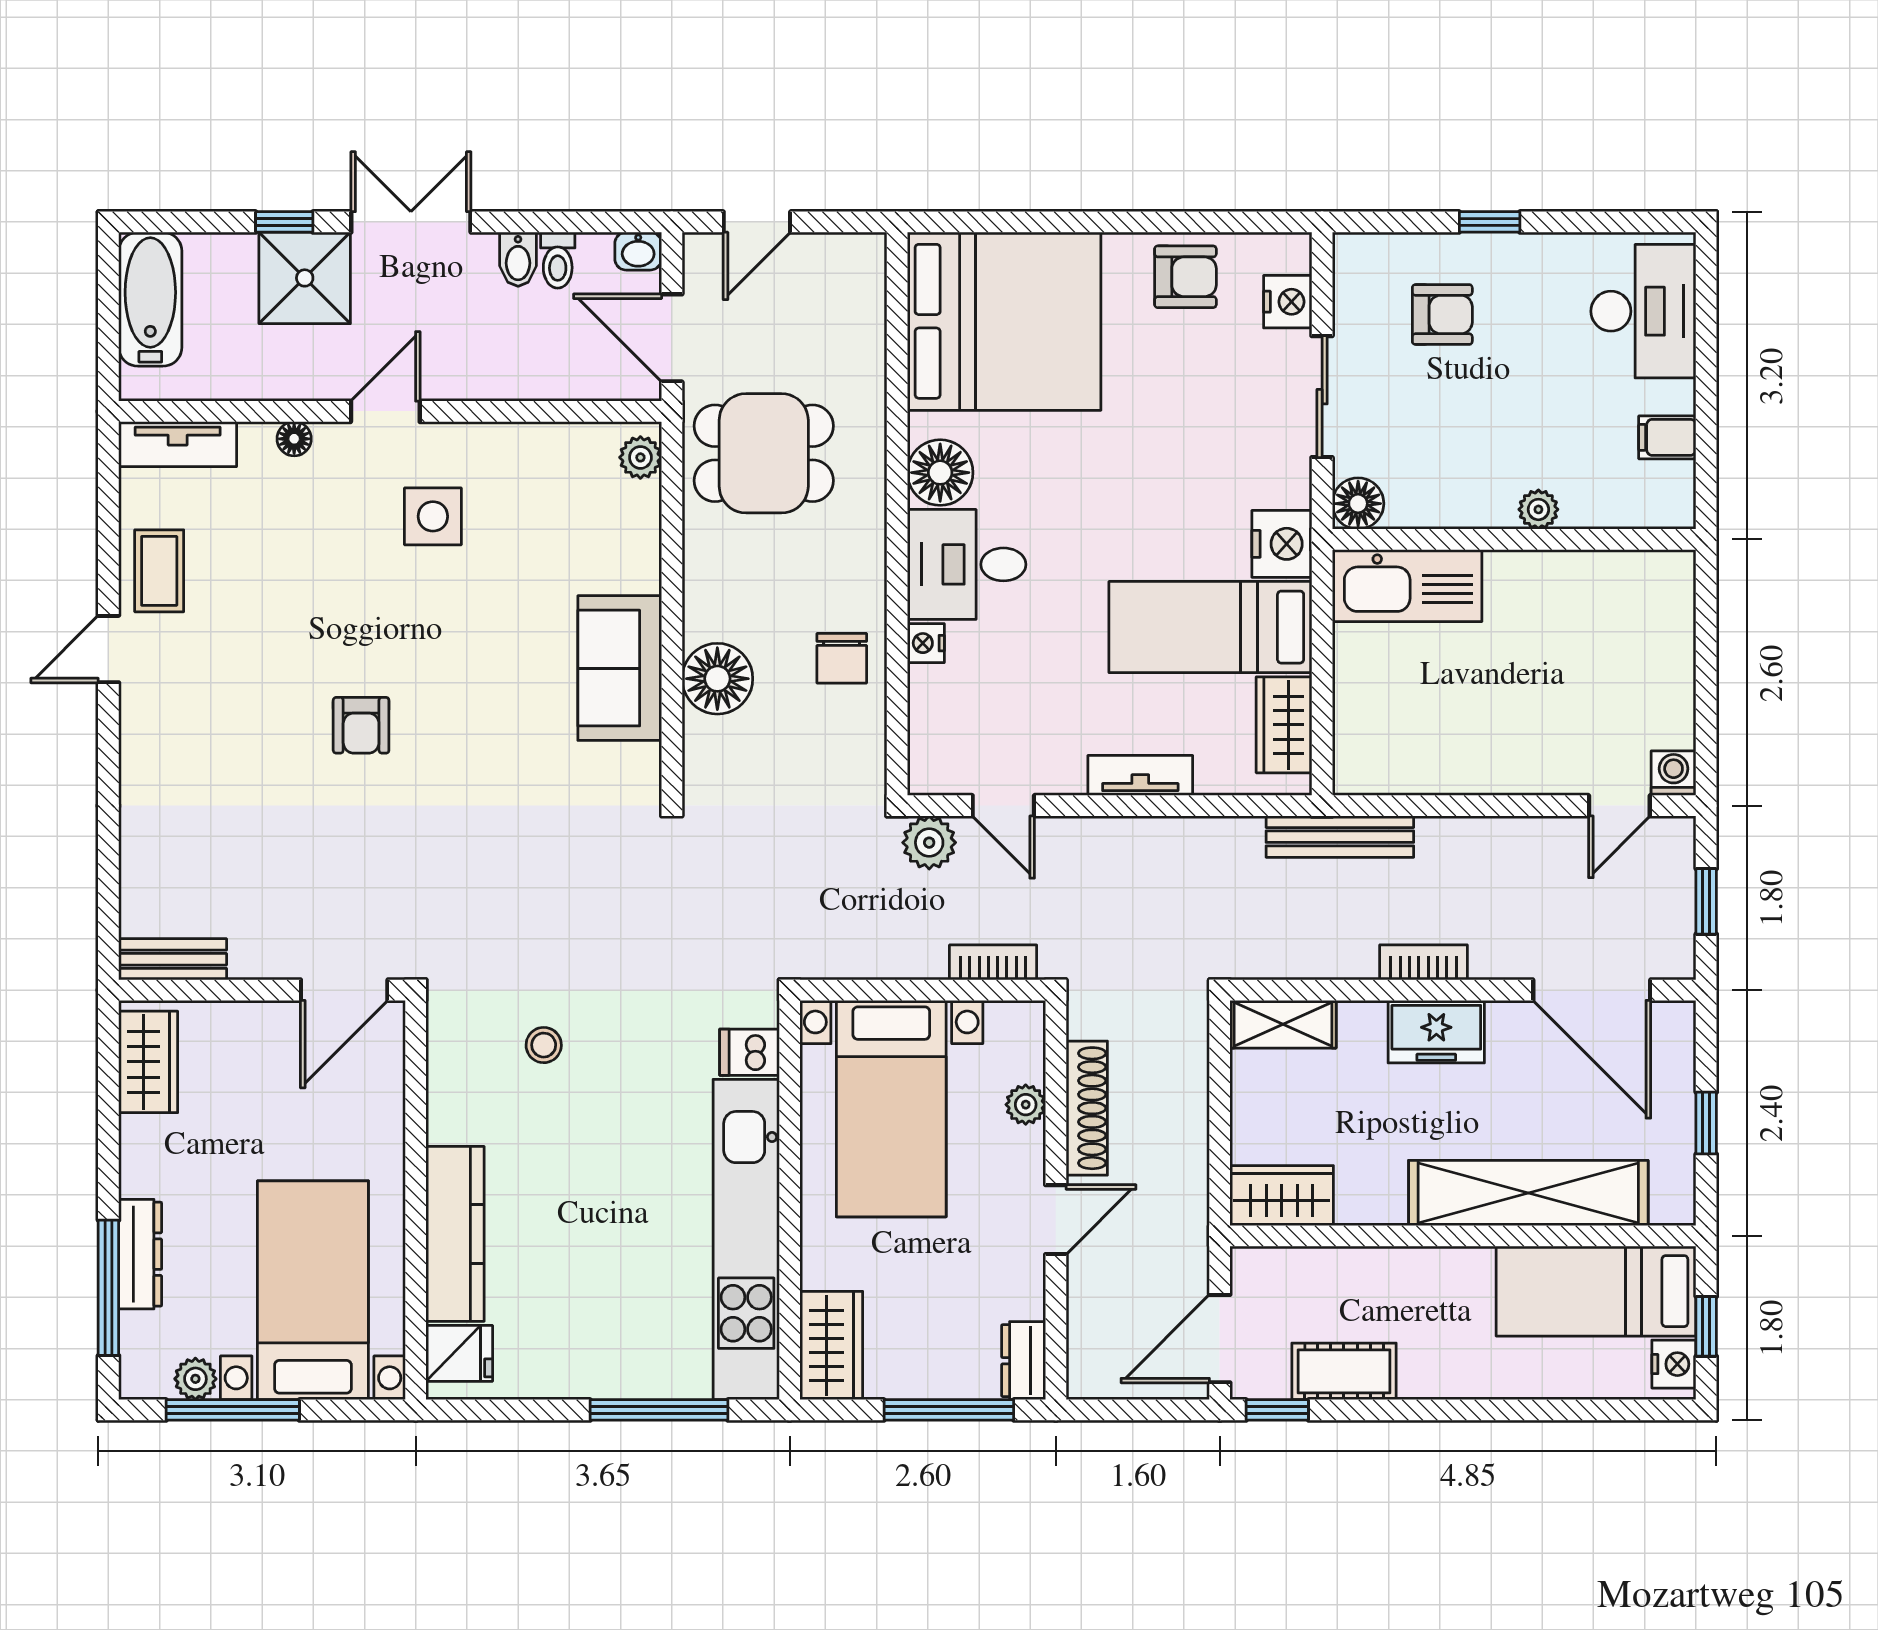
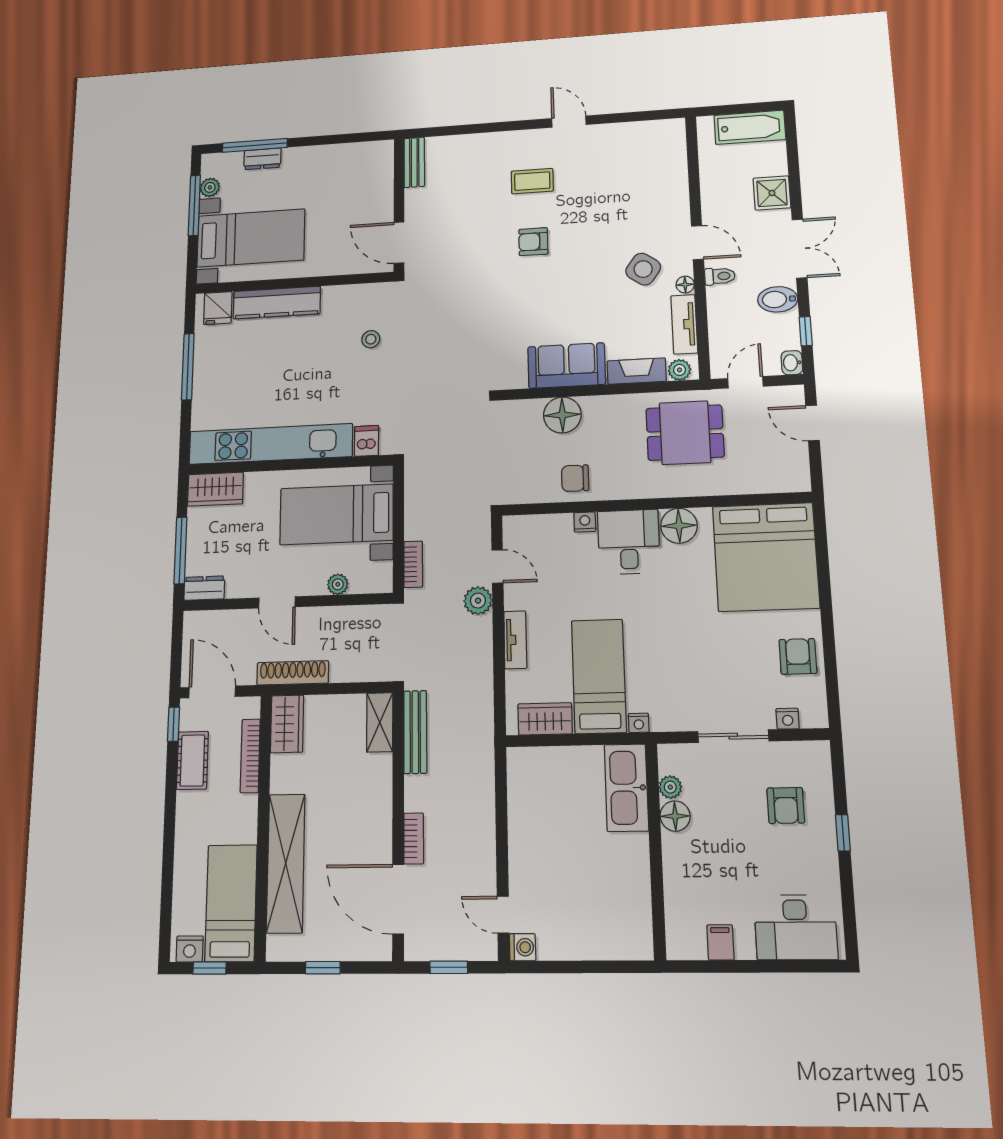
window: (284, 222) -> (806, 331), moved
bidet: (518, 259) -> (778, 299), width x1.38, depth x1.36
toilet: (558, 260) -> (720, 276), moved, turned 180
armchair: (1185, 277) -> (798, 656), turned 180
shower: (305, 278) -> (772, 193), width x0.73, depth x0.73
nightstand: (1288, 302) -> (788, 719), width x0.72, depth x0.74
door: (672, 338) -> (745, 382), width x0.73
floor lamp: (294, 439) -> (685, 285), moved
tv unit: (178, 444) -> (684, 324), moved
dining table: (764, 453) -> (685, 433), turned 90
floor lamp: (1358, 504) -> (675, 816), moved
plant: (1538, 509) -> (670, 787), moved
side table: (433, 516) -> (643, 269), turned 35
fireplace: (638, 537) -> (637, 371), added
nightstand: (1282, 544) -> (639, 723), width x0.53, depth x0.56
coffee table: (159, 571) -> (532, 181), moved
door: (1003, 806) -> (497, 566), swing flipped
bench: (1340, 837) -> (415, 732), moved
plant: (929, 843) -> (478, 601), moved
bookcase: (1424, 962) -> (414, 838), moved
door: (1592, 990) -> (398, 899), hinge flipped
freezer: (1436, 1032) -> (375, 809), removed
wardrobe: (148, 1062) -> (364, 155), removed
shoe rack: (1087, 1108) -> (293, 673), moved, turned 180
dresser: (140, 1254) -> (262, 159), width x0.70
bookcase: (1338, 1263) -> (250, 756), added
window: (659, 1410) -> (188, 367), moved

